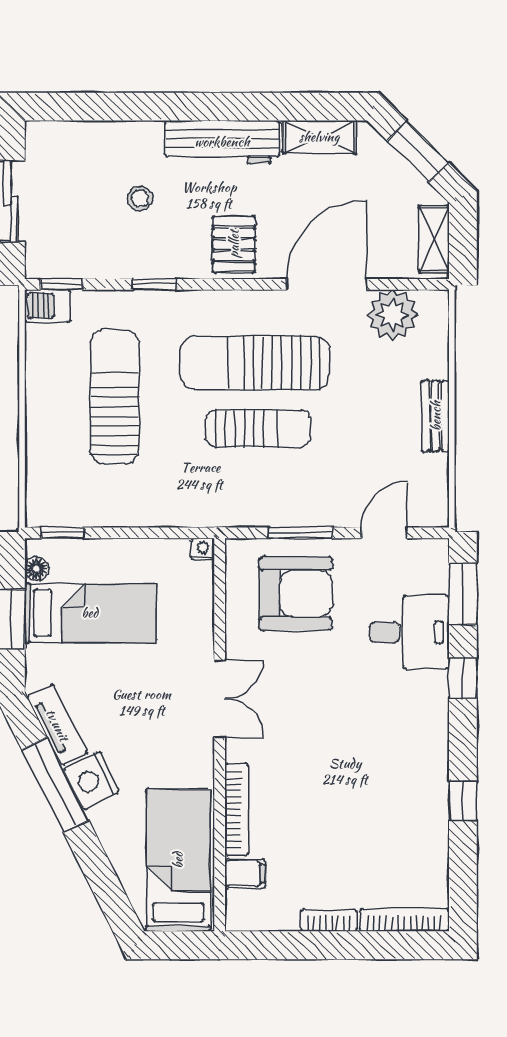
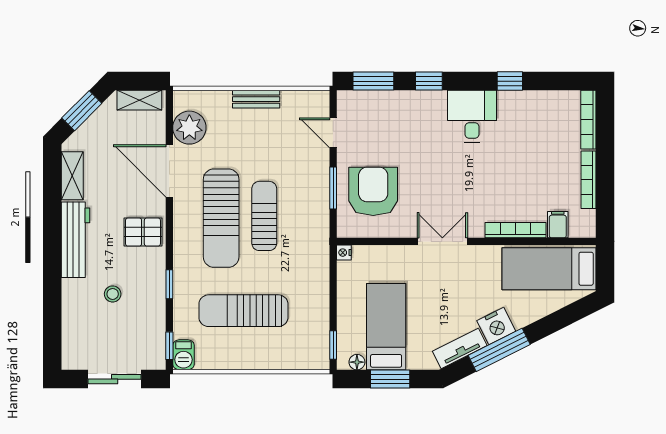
desk: (409, 632) -> (472, 116), moved
bookcase: (329, 920) -> (589, 180), width x1.56

